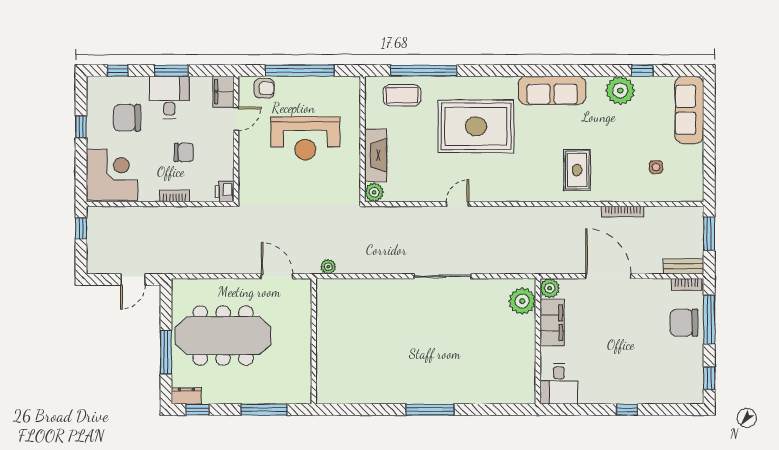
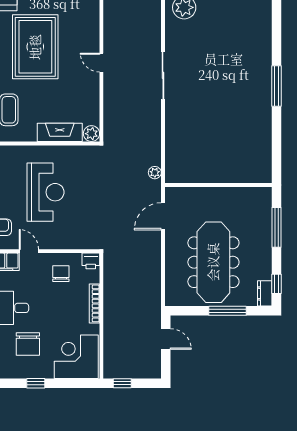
chair: (184, 152) -> (61, 274), moved
bookcase: (175, 196) -> (95, 303), width x1.56

